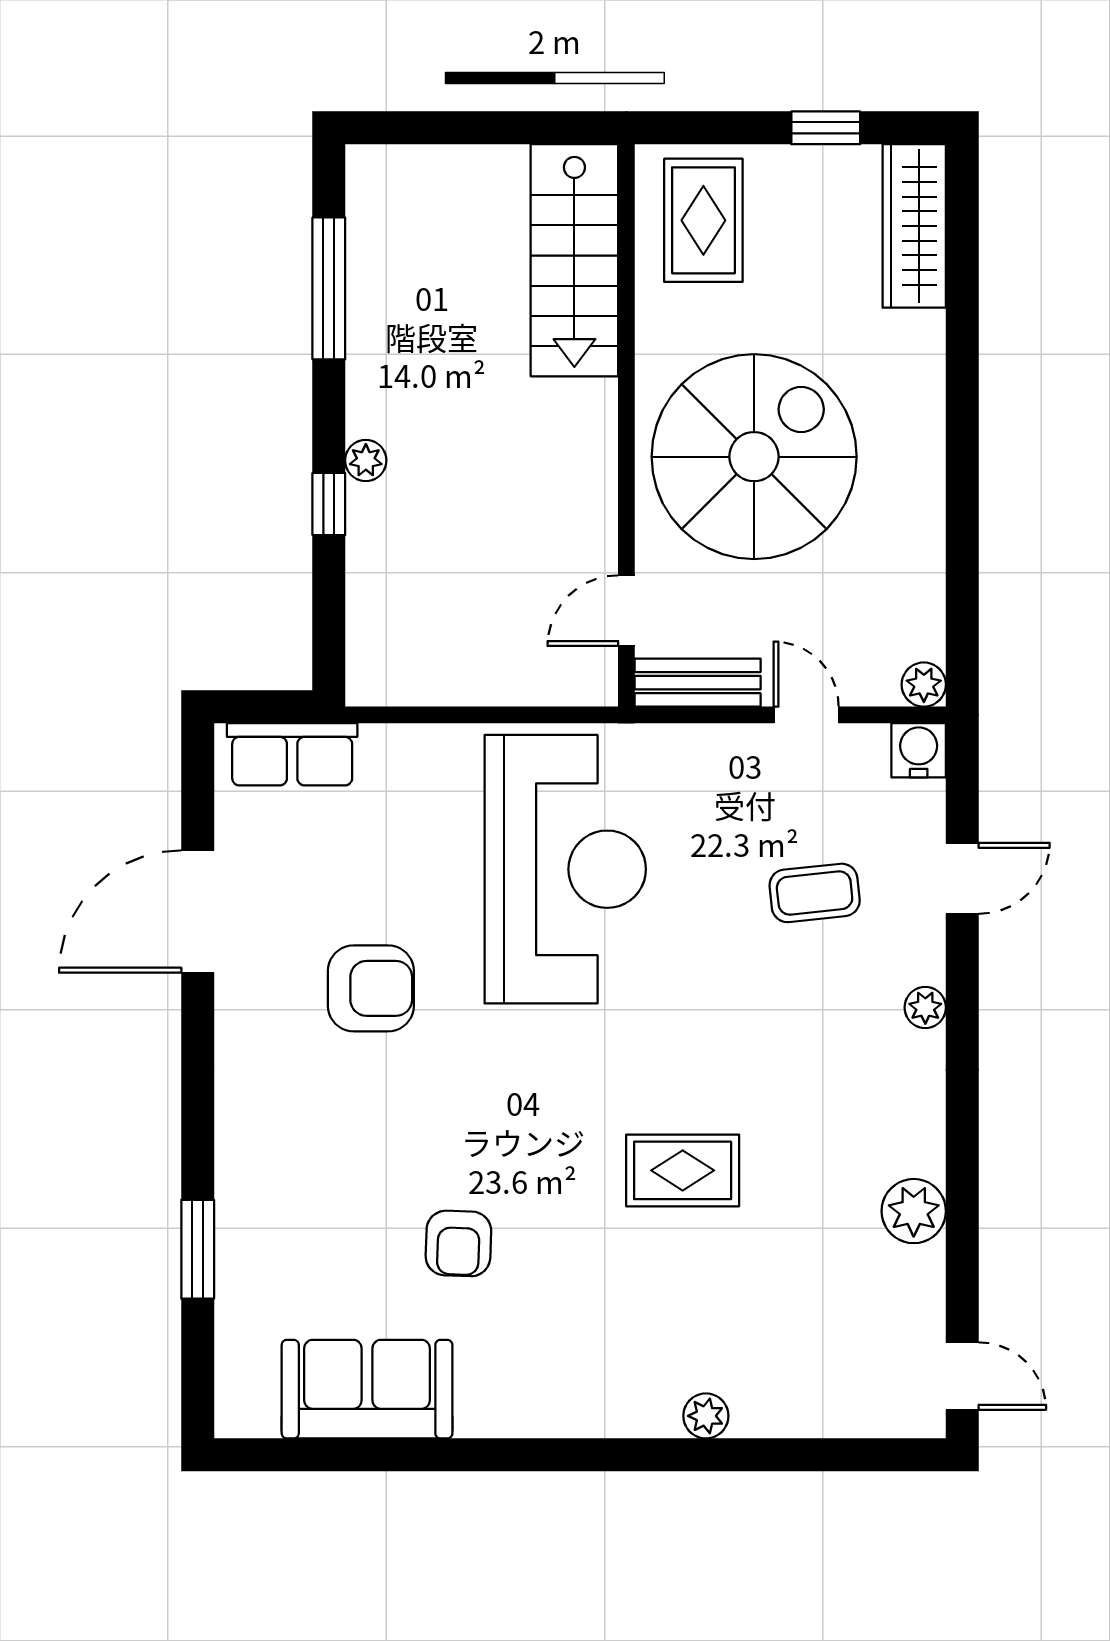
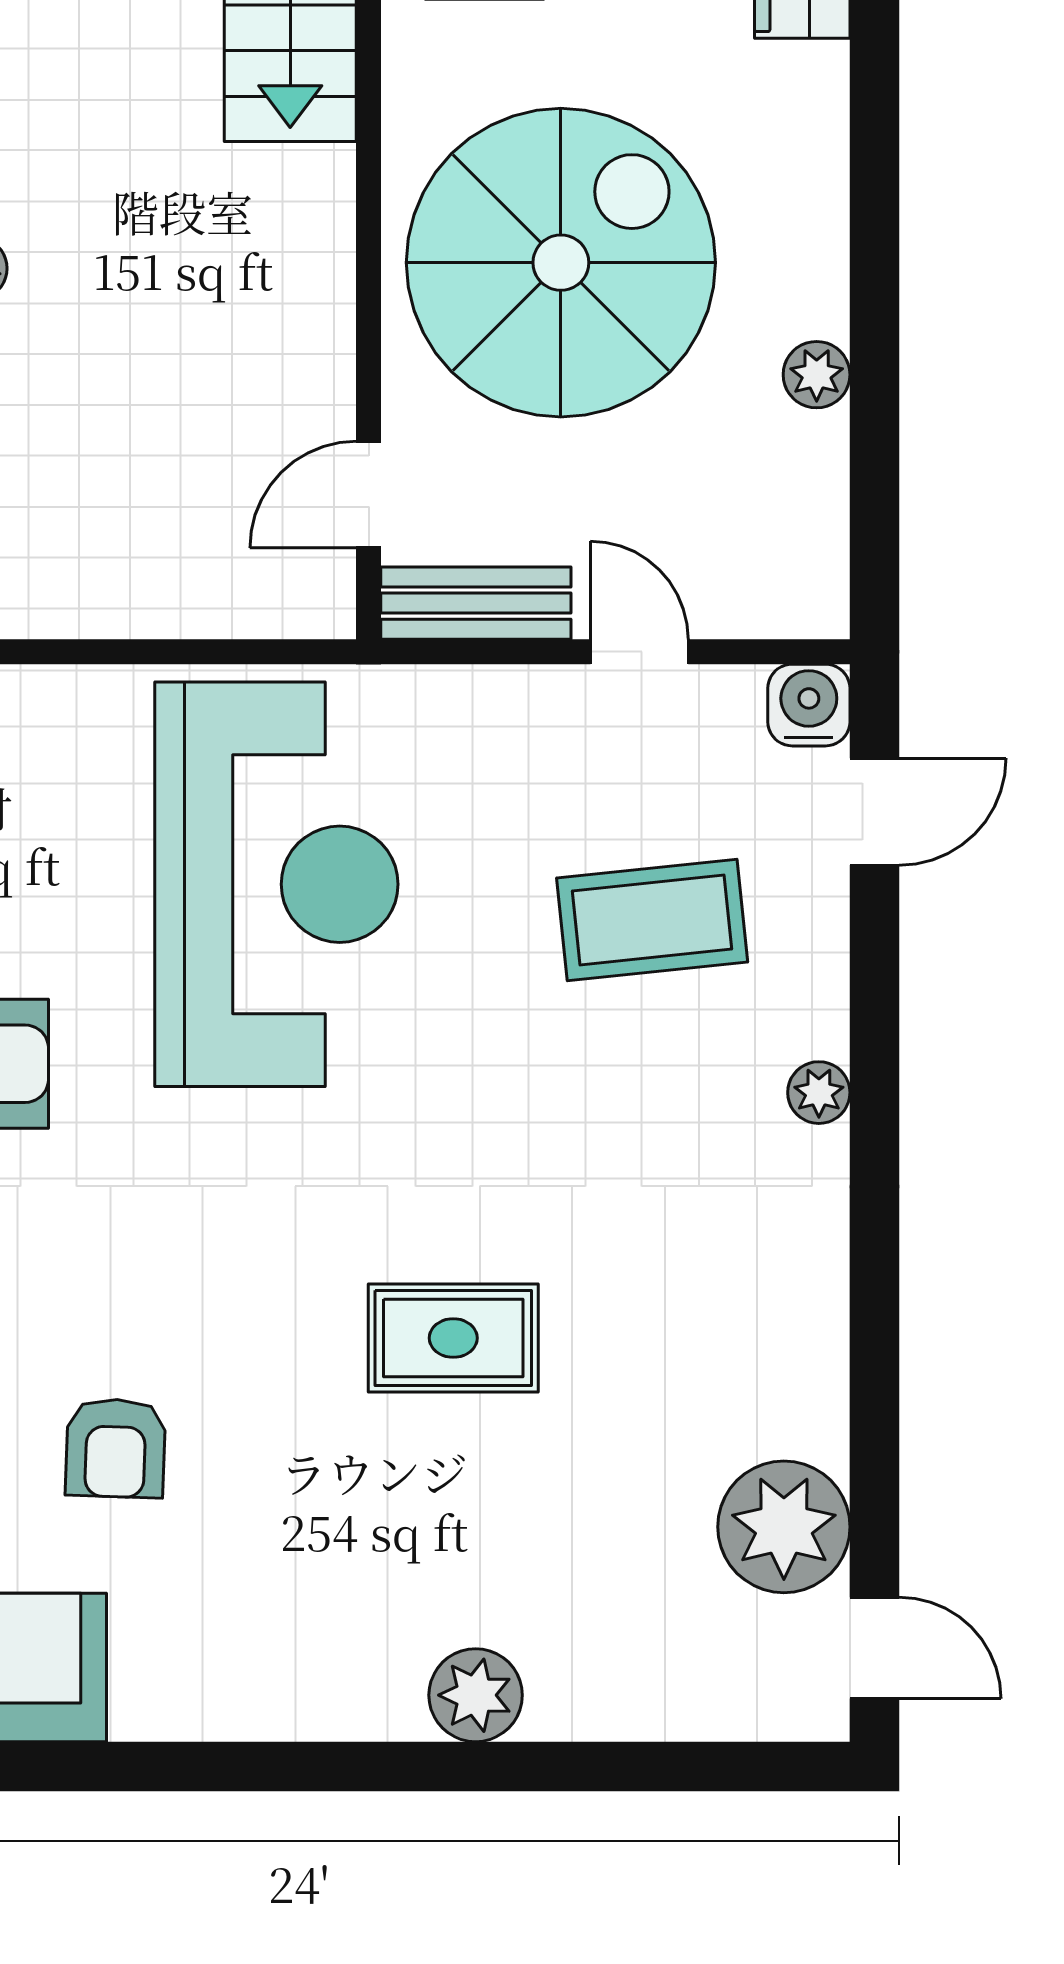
plant: (924, 685) -> (817, 375), moved
door: (962, 878) -> (875, 812), moved
coffee table: (815, 893) -> (652, 920), width x1.36, depth x1.30
plant: (914, 1211) -> (784, 1527), moved, width x1.36, depth x1.36
plant: (706, 1416) -> (476, 1695), width x1.38, depth x1.38

